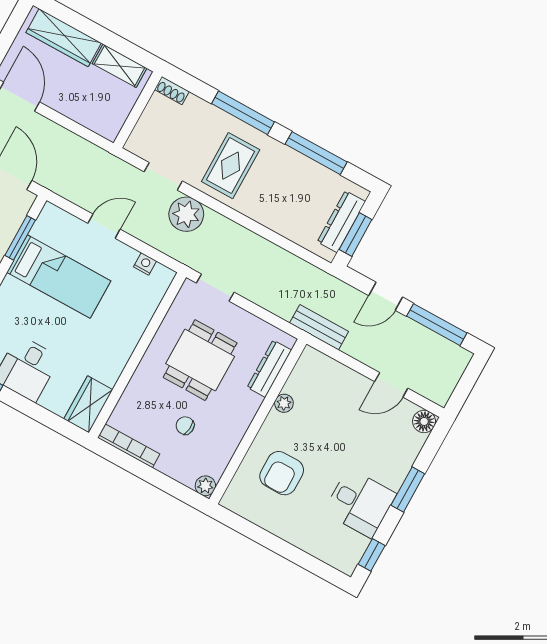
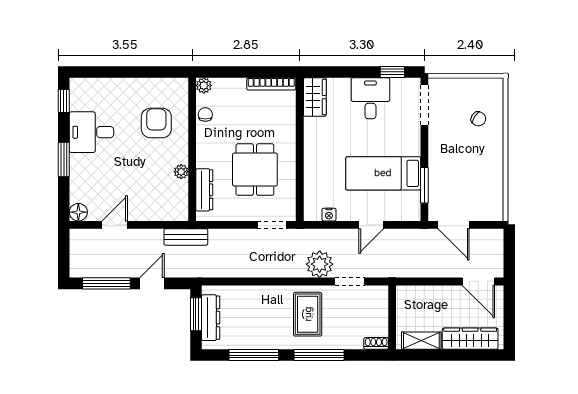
chair: (185, 426) -> (205, 115), moved, turned -95

